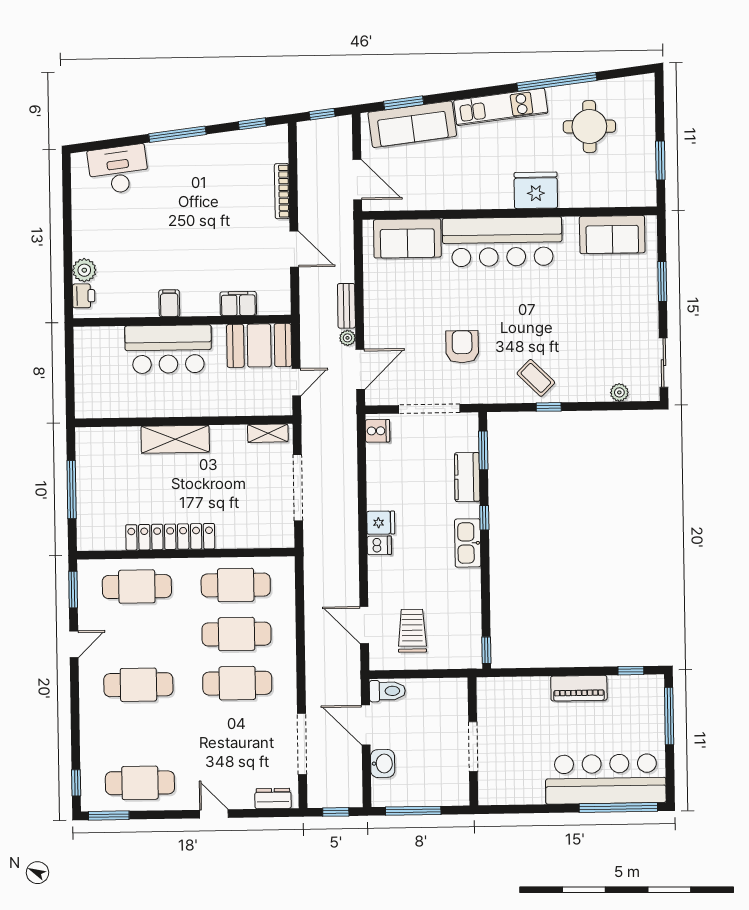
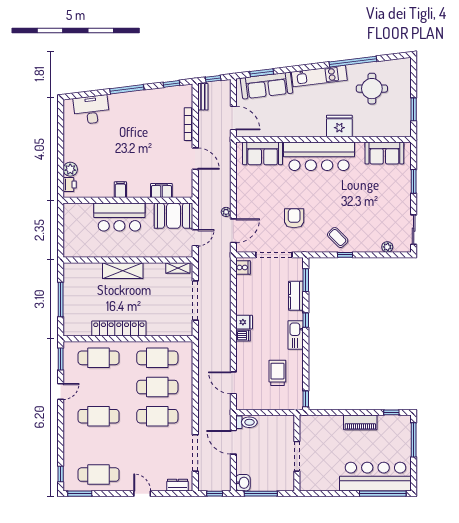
bench: (346, 306) -> (203, 97), moved
trolley: (412, 631) -> (277, 373), moved
washbasin: (383, 763) -> (243, 483), moved

